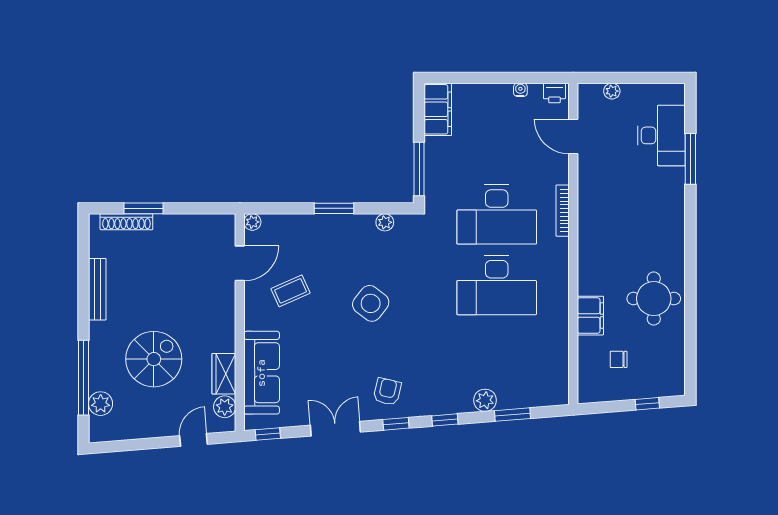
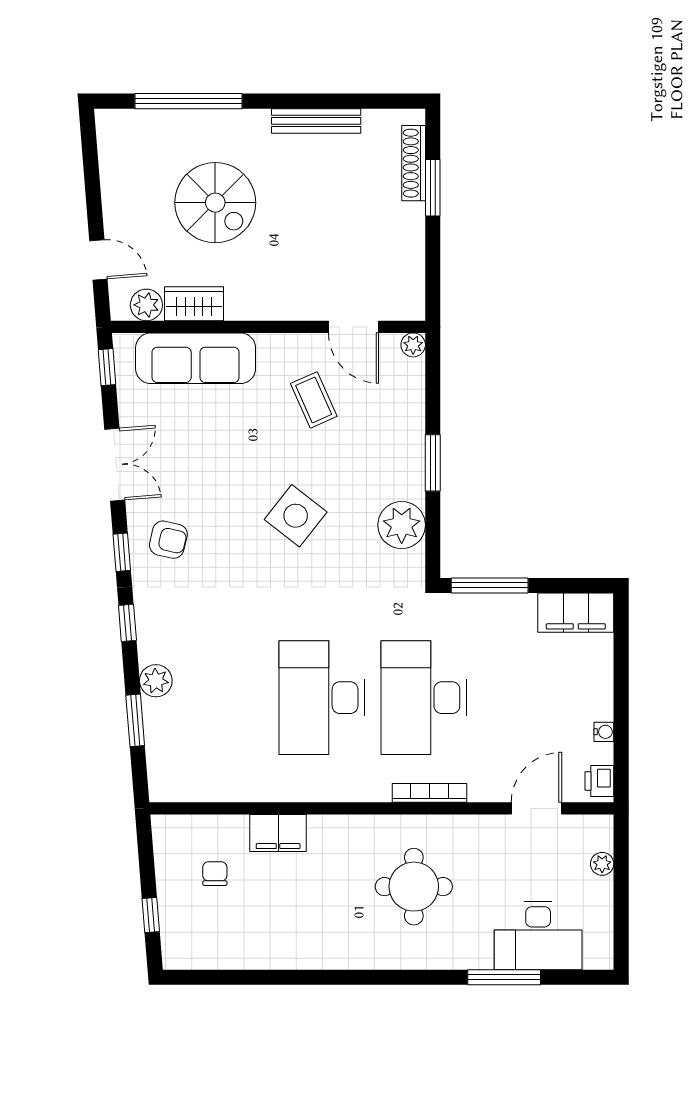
plant: (385, 222) -> (402, 525), width x1.88, depth x1.88
round table: (654, 299) -> (414, 887), moved
plant: (101, 404) -> (151, 126), removed

